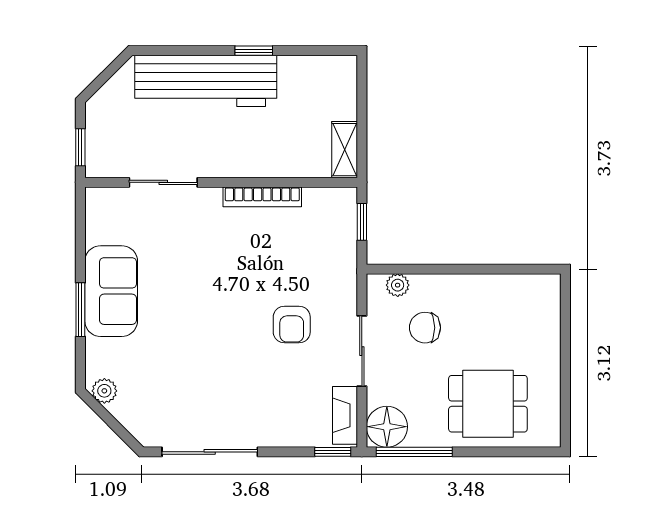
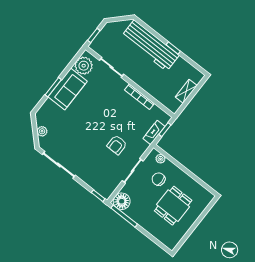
shelving: (345, 150) -> (186, 91), moved
plant: (107, 221) -> (84, 66), added
plant: (104, 391) -> (42, 131), moved
dining table: (488, 404) -> (173, 206), moved, turned 90
fireplace: (345, 415) -> (154, 132), moved

